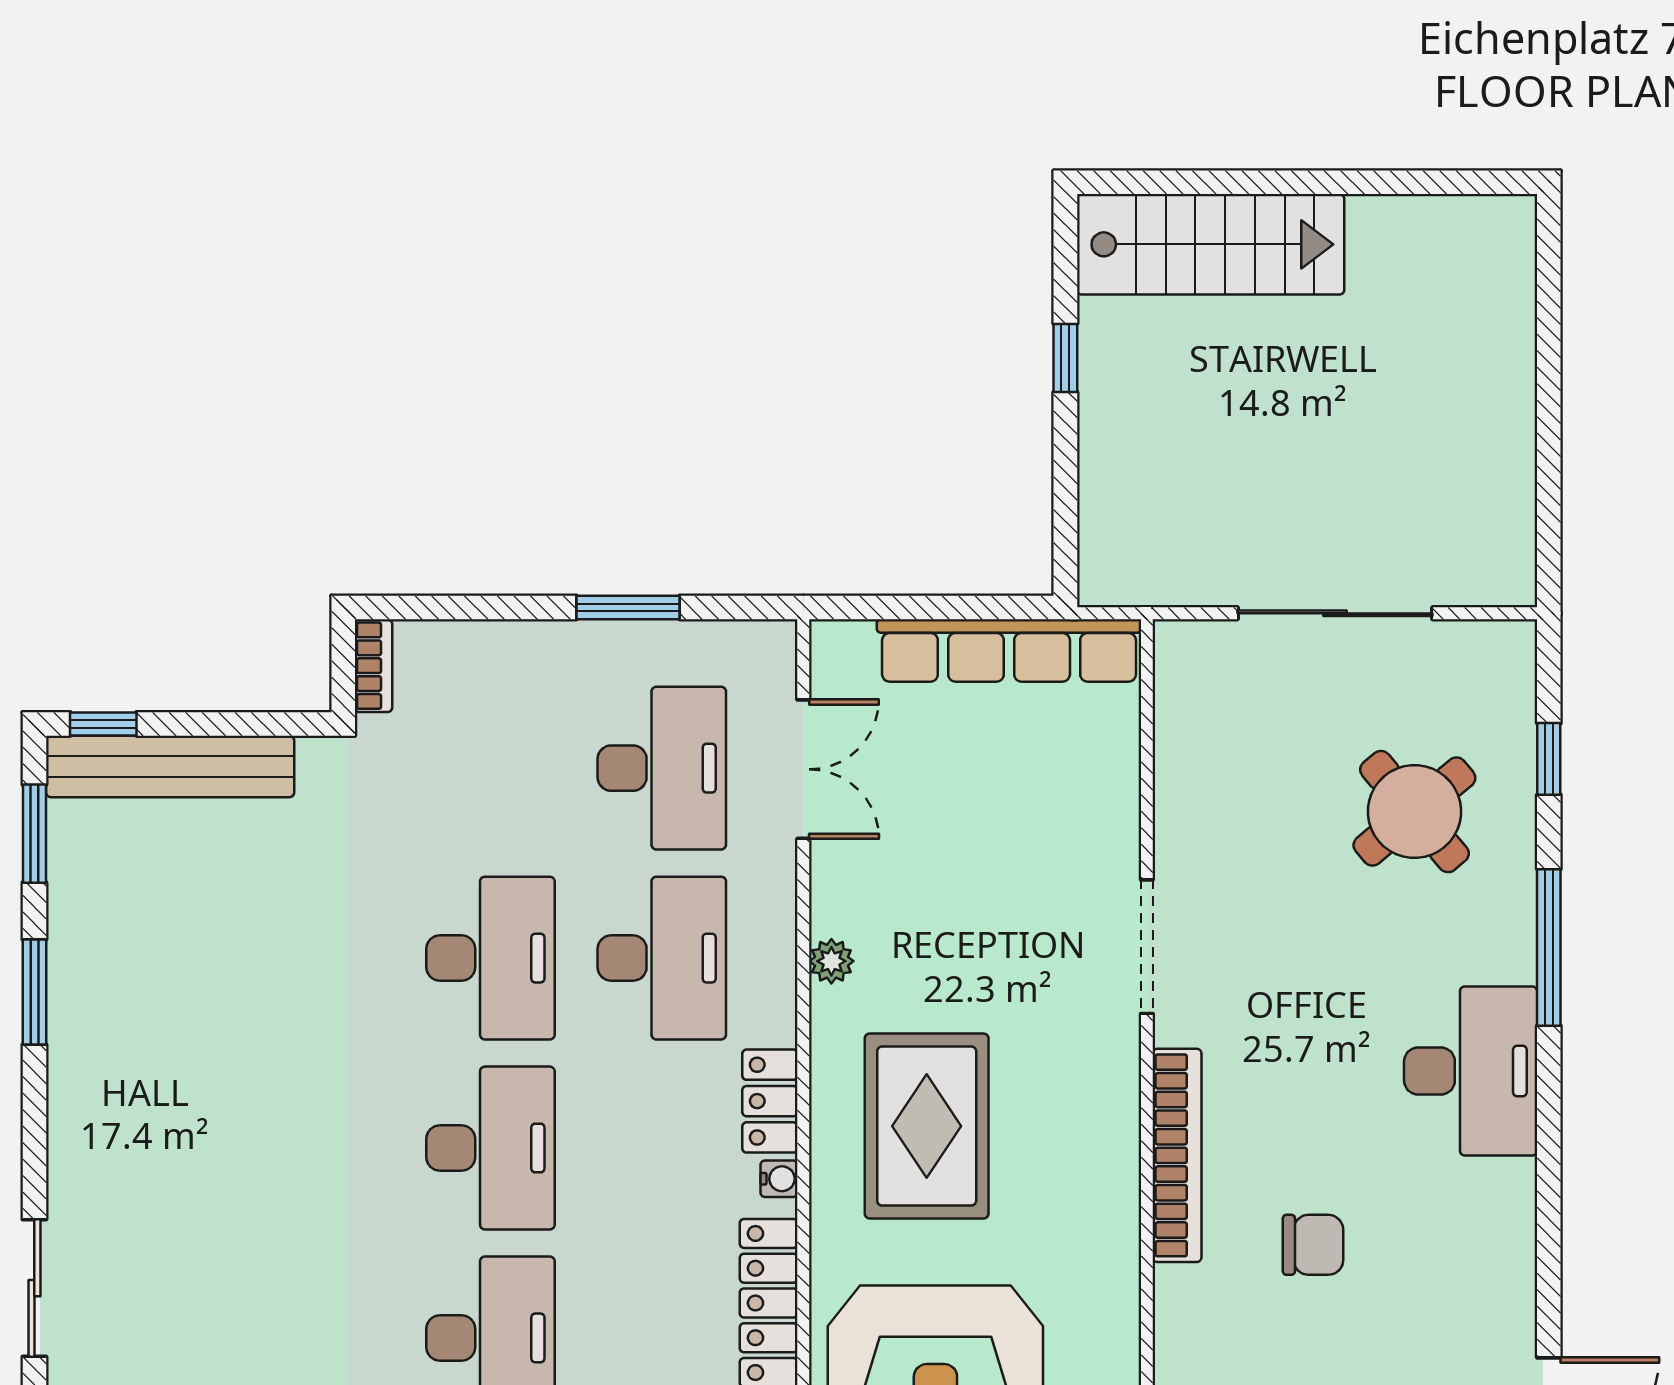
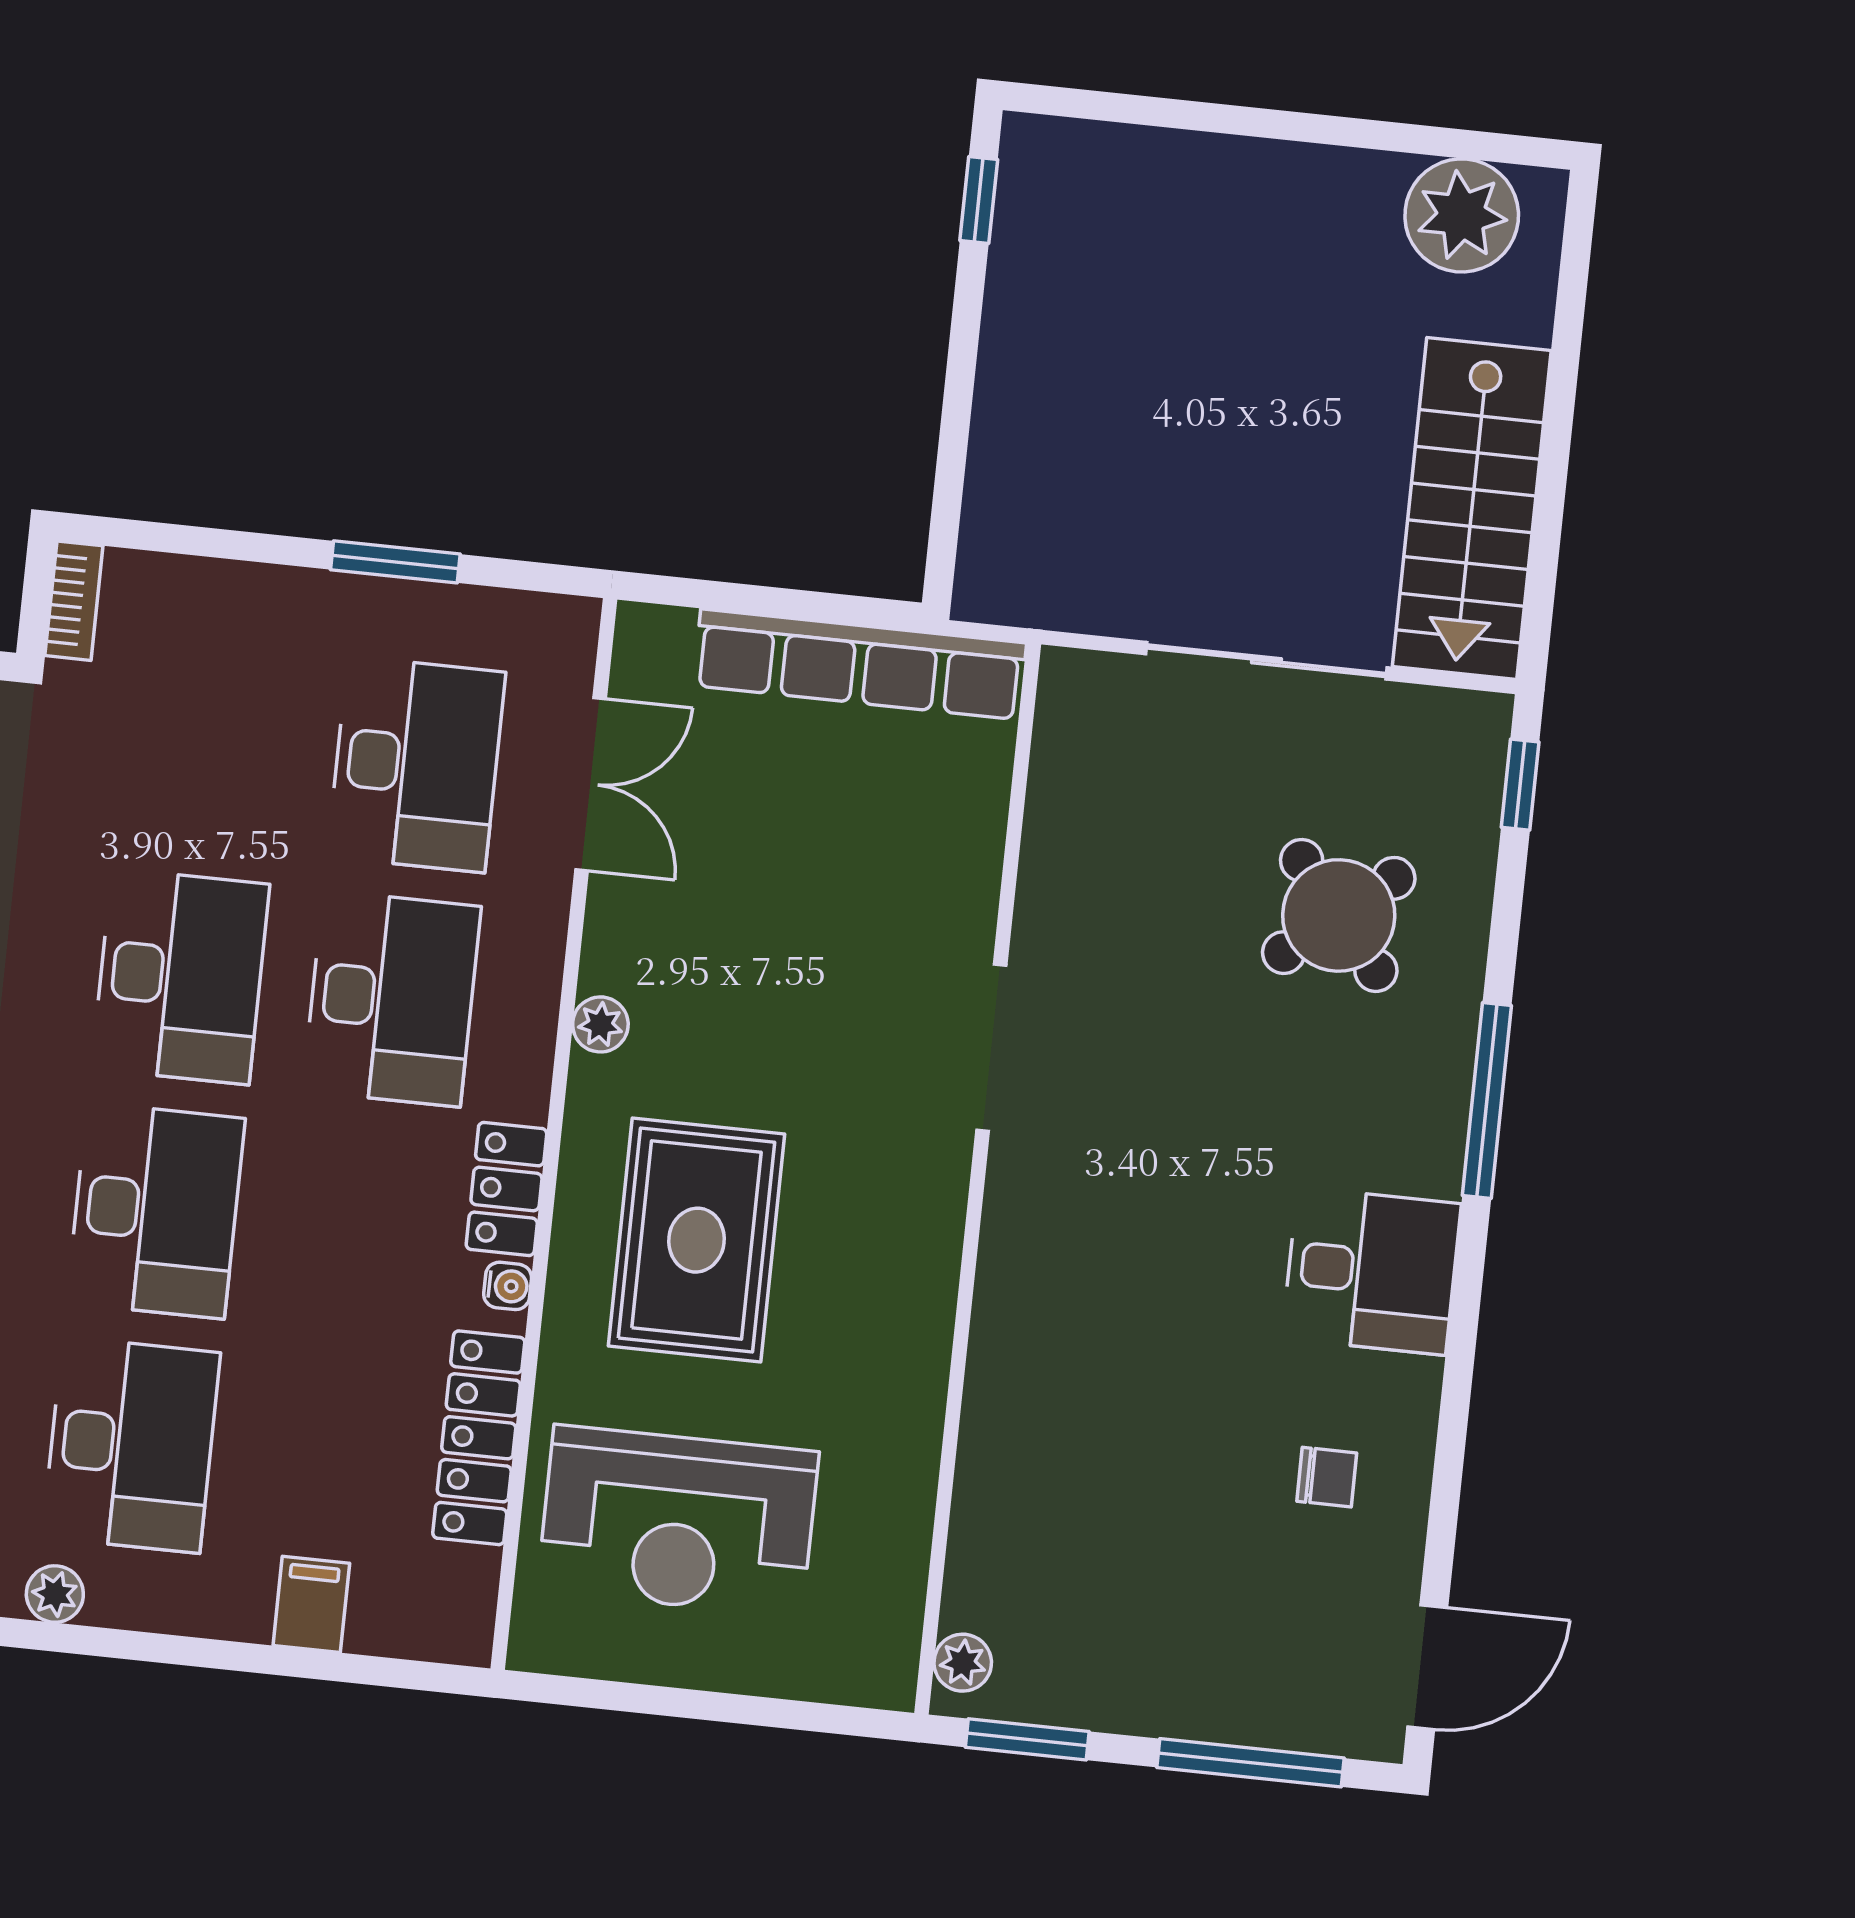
plant: (1454, 240) -> (1462, 215), added
stairs: (1211, 244) -> (1472, 508), moved, turned 90
window: (1065, 358) -> (979, 200), moved
window: (1549, 759) -> (1520, 785), moved
desk: (1471, 1071) -> (1372, 1271), width x0.73
bookcase: (1177, 1155) -> (1001, 1309), removed
chair: (1313, 1245) -> (1327, 1477), moved, width x0.73, depth x0.73

